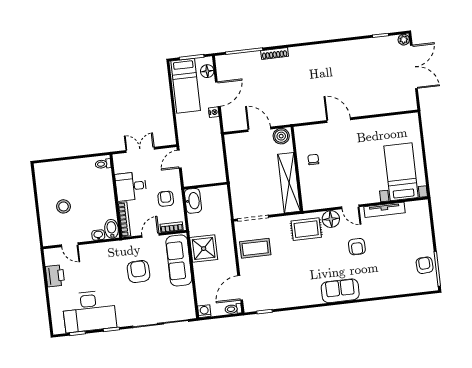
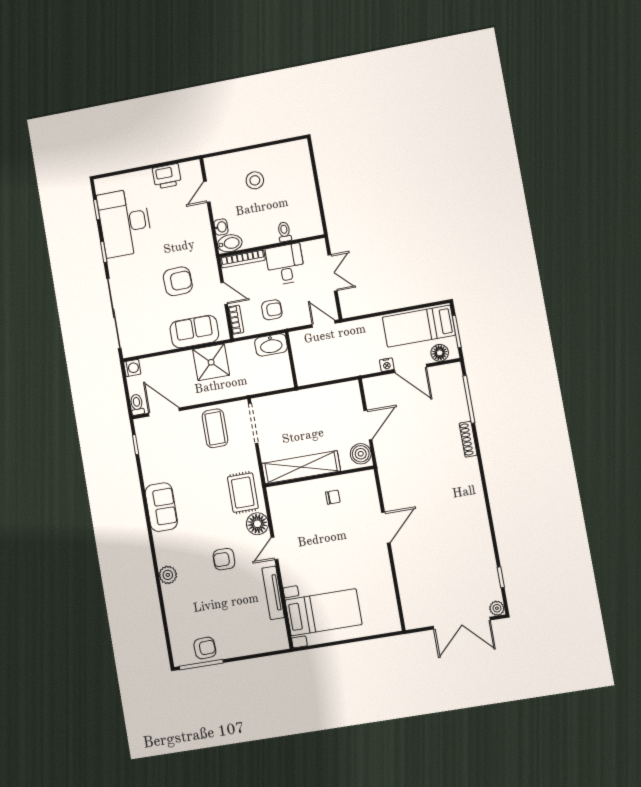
toilet: (103, 164) -> (284, 232), moved
sofa: (179, 260) -> (194, 332), width x0.73
sofa: (340, 291) -> (161, 507), moved
plant: (367, 291) -> (168, 575), added

